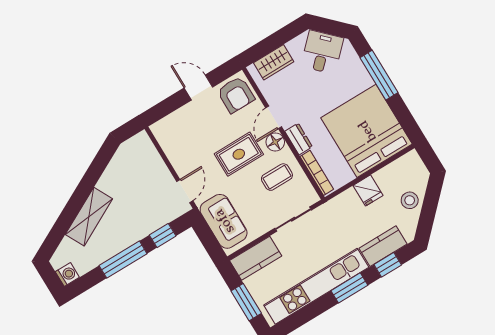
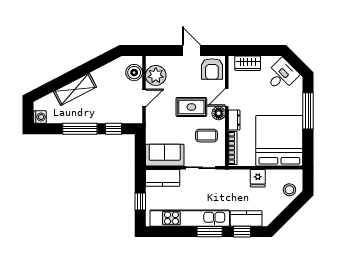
plant: (174, 143) -> (156, 75), added
boiler: (147, 155) -> (134, 73), added
door: (185, 191) -> (144, 98), moved
stool: (410, 200) -> (289, 190), moved
sofa: (224, 221) -> (165, 155), moved, turned -90
window: (246, 302) -> (140, 201), width x0.67

